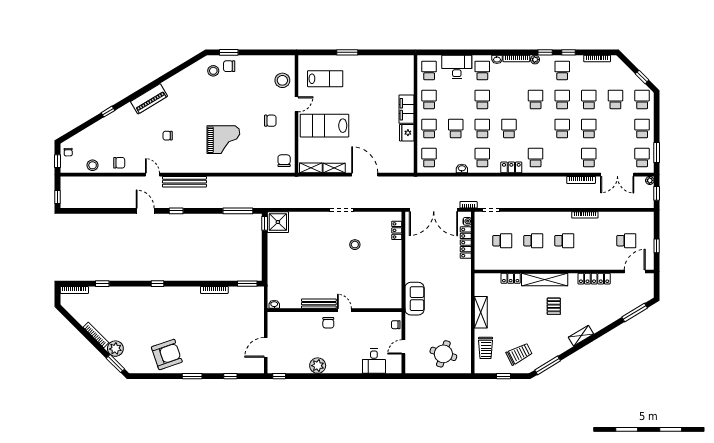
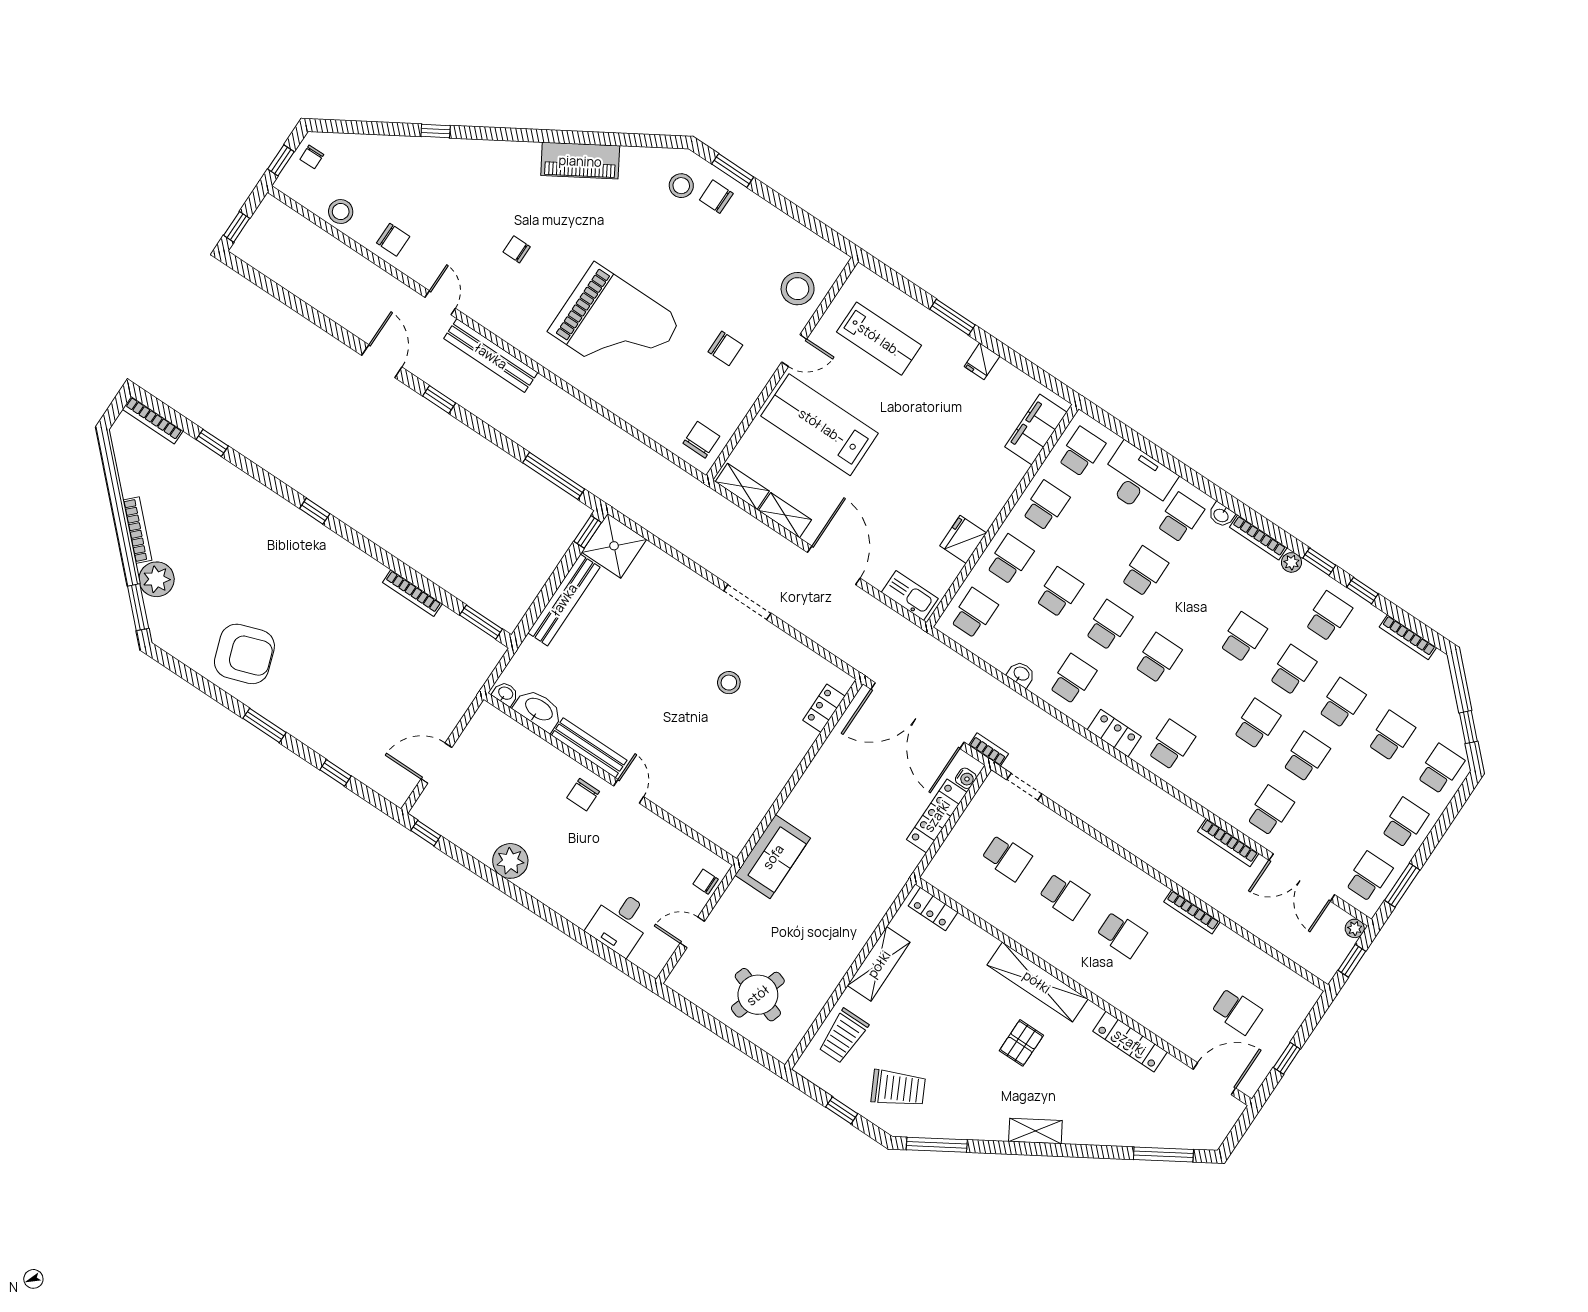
fridge: (369, 62) -> (982, 361), added
piano: (149, 99) -> (580, 161), moved
filing cabinet: (406, 109) -> (1036, 429), moved
grand piano: (223, 140) -> (615, 326), width x1.37, depth x1.48
kitchen sink: (401, 167) -> (910, 595), added
bench: (273, 255) -> (564, 600), added
locker: (511, 278) -> (933, 909), moved
washbasin: (290, 302) -> (538, 710), added

